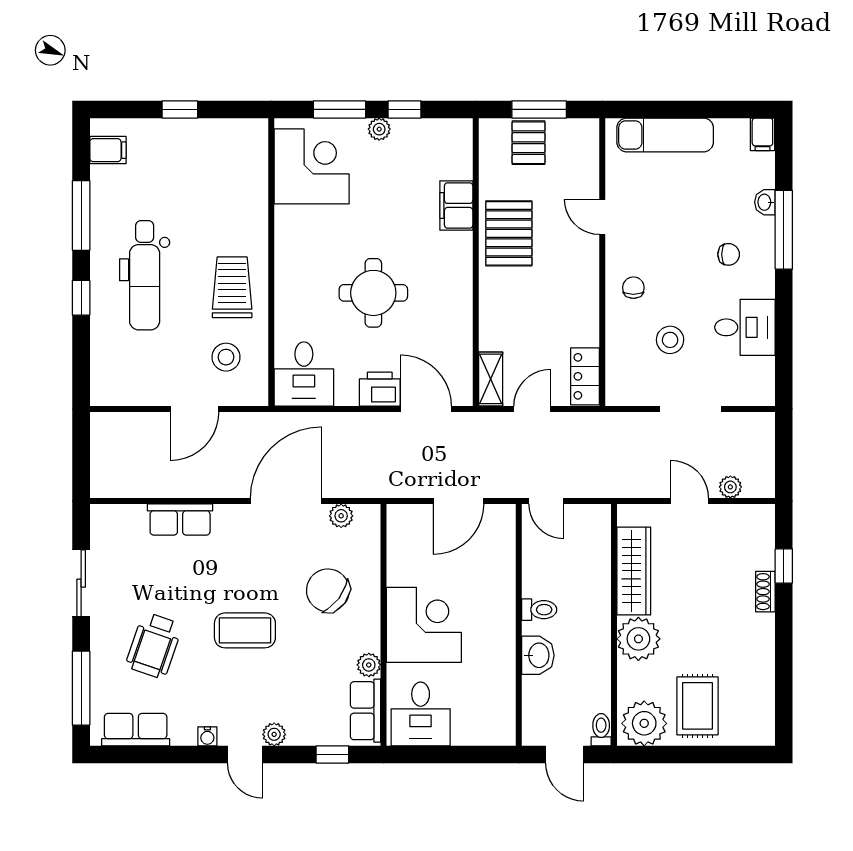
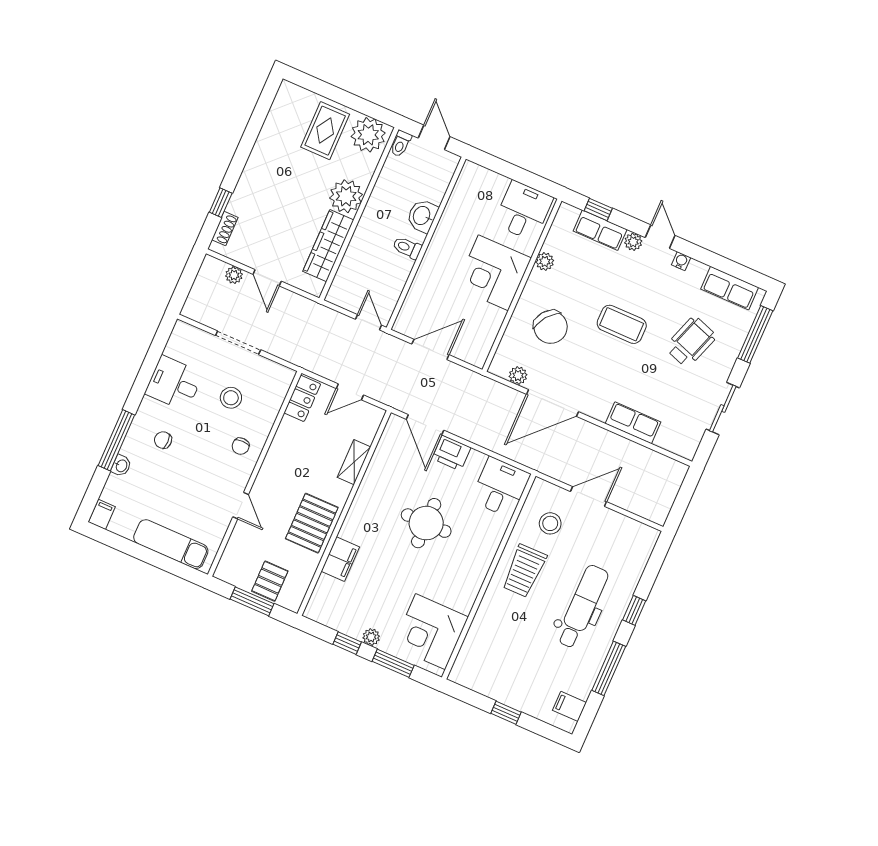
shelving: (491, 379) -> (354, 462), moved
shoe rack: (765, 592) -> (225, 229), moved
row of seats: (366, 711) -> (600, 230), moved, turned 90

